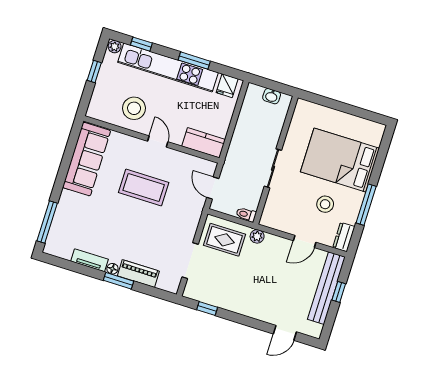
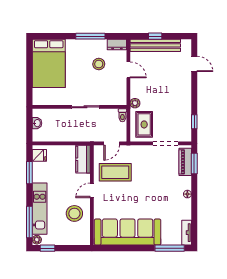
window: (141, 44) -> (29, 222), width x2.17
window: (194, 61) -> (29, 173), moved
kitchen unit: (168, 67) -> (40, 209), width x0.73
window: (94, 71) -> (47, 248), moved
sofa: (87, 159) -> (128, 232), width x1.36, depth x1.27
bed: (340, 160) -> (49, 63), moved
coffee table: (144, 188) -> (115, 172), moved, turned 90
tv unit: (90, 260) -> (187, 233), moved
piano: (138, 274) -> (185, 162), moved
window: (118, 281) -> (194, 163), moved

